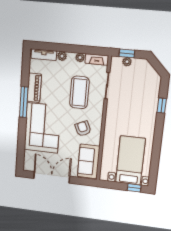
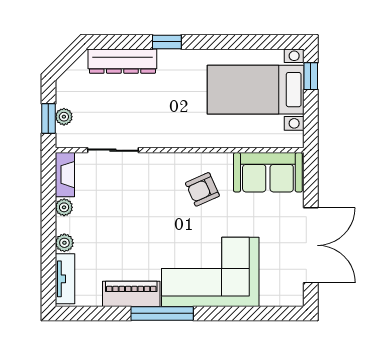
coffee table: (79, 92) -> (131, 203), removed
dresser: (153, 95) -> (122, 61), added
window: (162, 106) -> (167, 42), moved
double door: (52, 177) -> (311, 245), swing flipped

